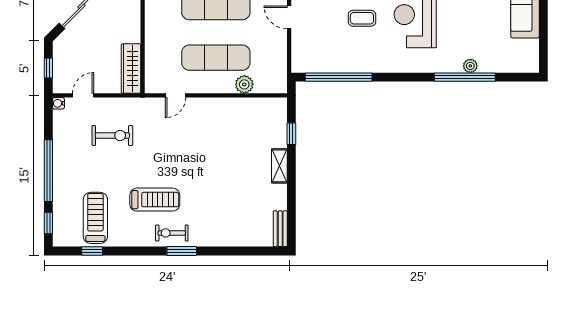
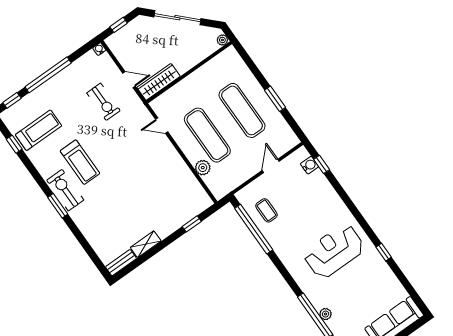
coffee table: (362, 18) -> (266, 210), moved
door: (83, 95) -> (129, 80), moved
shelving: (279, 166) -> (146, 244), moved
exercise bike: (172, 233) -> (65, 190), width x1.38, depth x1.39

